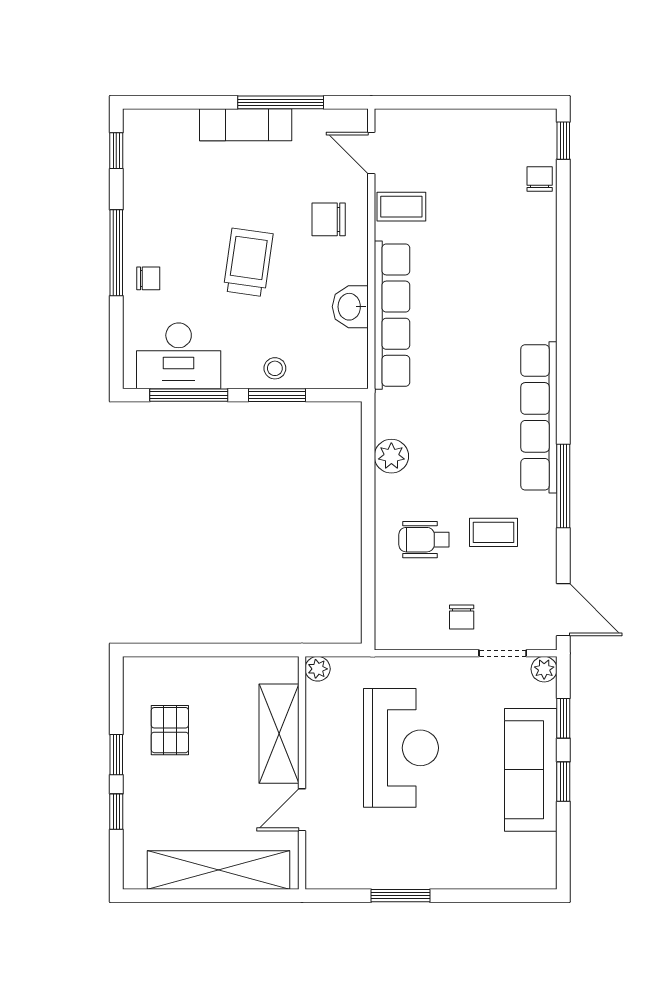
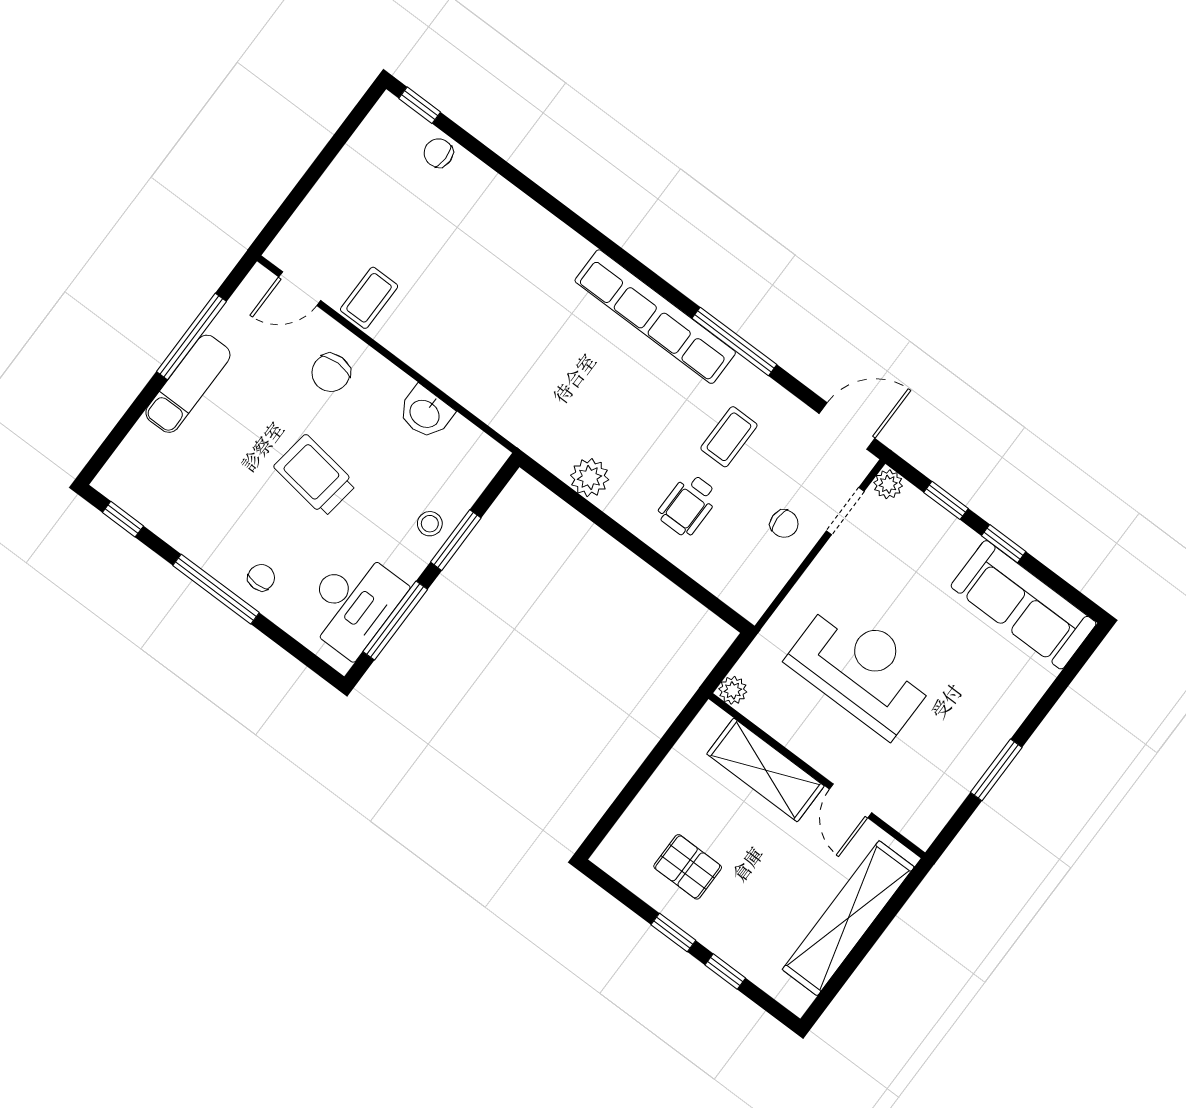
row of seats: (392, 315) -> (461, 381), removed
sofa: (531, 770) -> (1024, 605), moved

